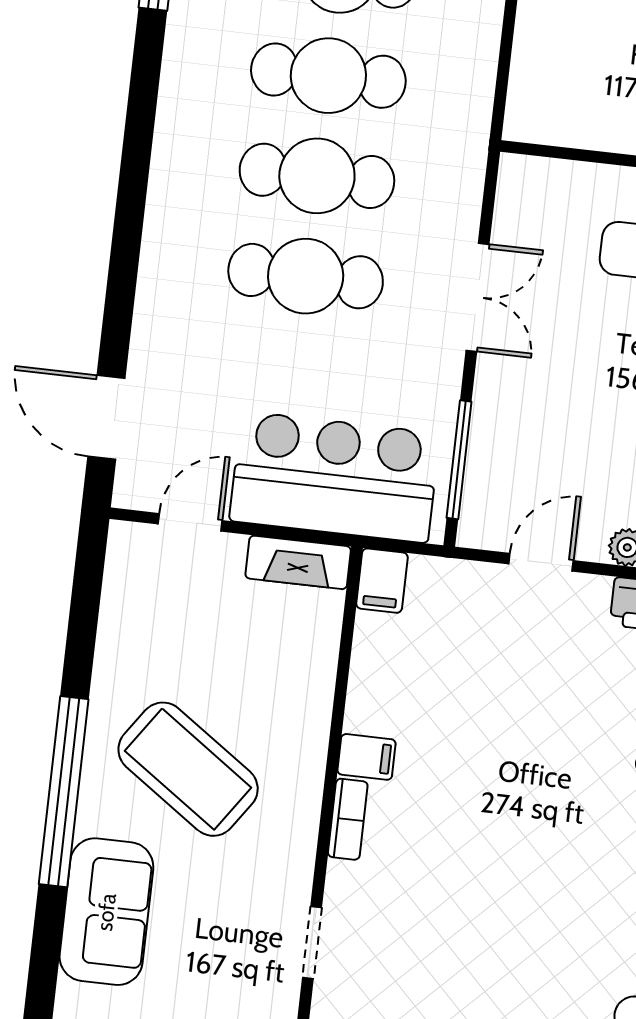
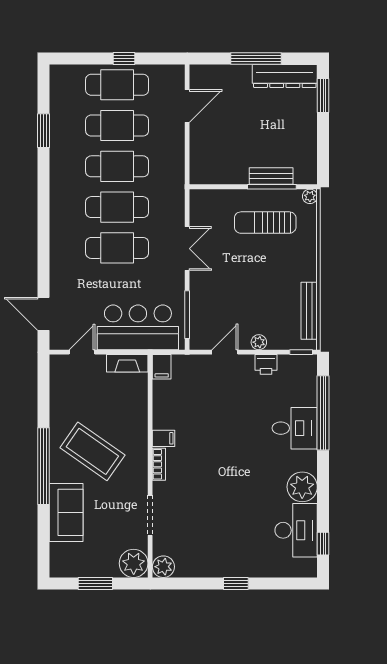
doorway: (312, 942) -> (150, 515), width x1.38

